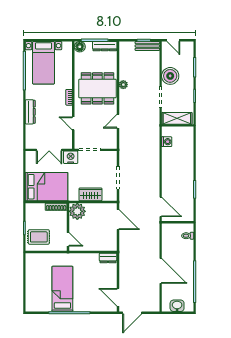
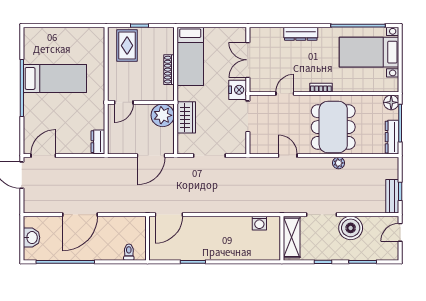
bed: (47, 187) -> (190, 56), width x0.67
plant: (77, 211) -> (163, 115), moved
wall: (68, 227) -> (141, 102), moved
door: (68, 239) -> (124, 102), moved

